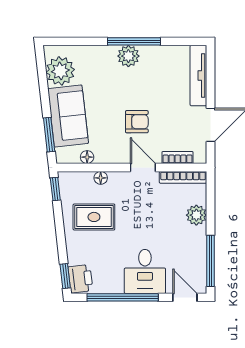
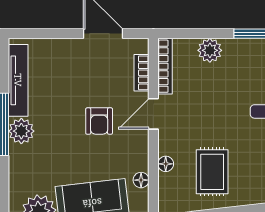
tv unit: (198, 76) -> (18, 80), moved, turned -90
armchair: (137, 122) -> (99, 121), turned 180

